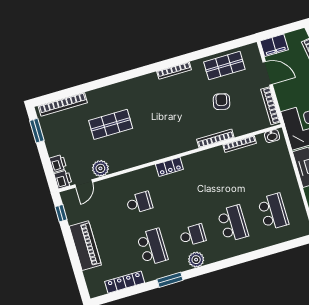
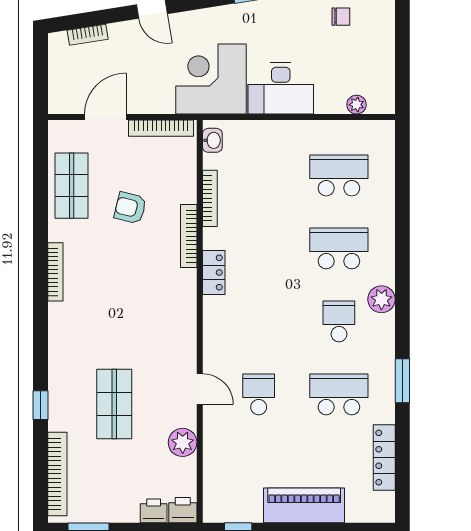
filing cabinet: (274, 45) -> (62, 93), removed
window: (98, 84) -> (41, 405), added
locker: (169, 167) -> (214, 272), moved
door: (84, 183) -> (200, 389), moved
plant: (196, 260) -> (381, 299), moved

